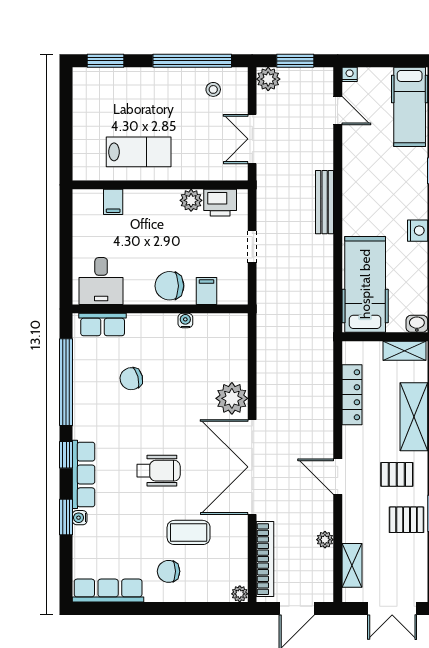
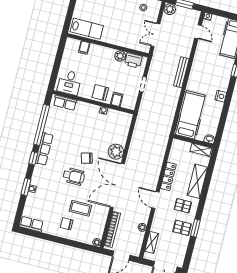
lab bench: (139, 152) -> (87, 29), moved
chair: (131, 379) -> (87, 158), moved
locker: (352, 395) -> (168, 176), moved
row of seats: (84, 474) -> (44, 149), moved
row of seats: (108, 591) -> (31, 224), width x0.68

